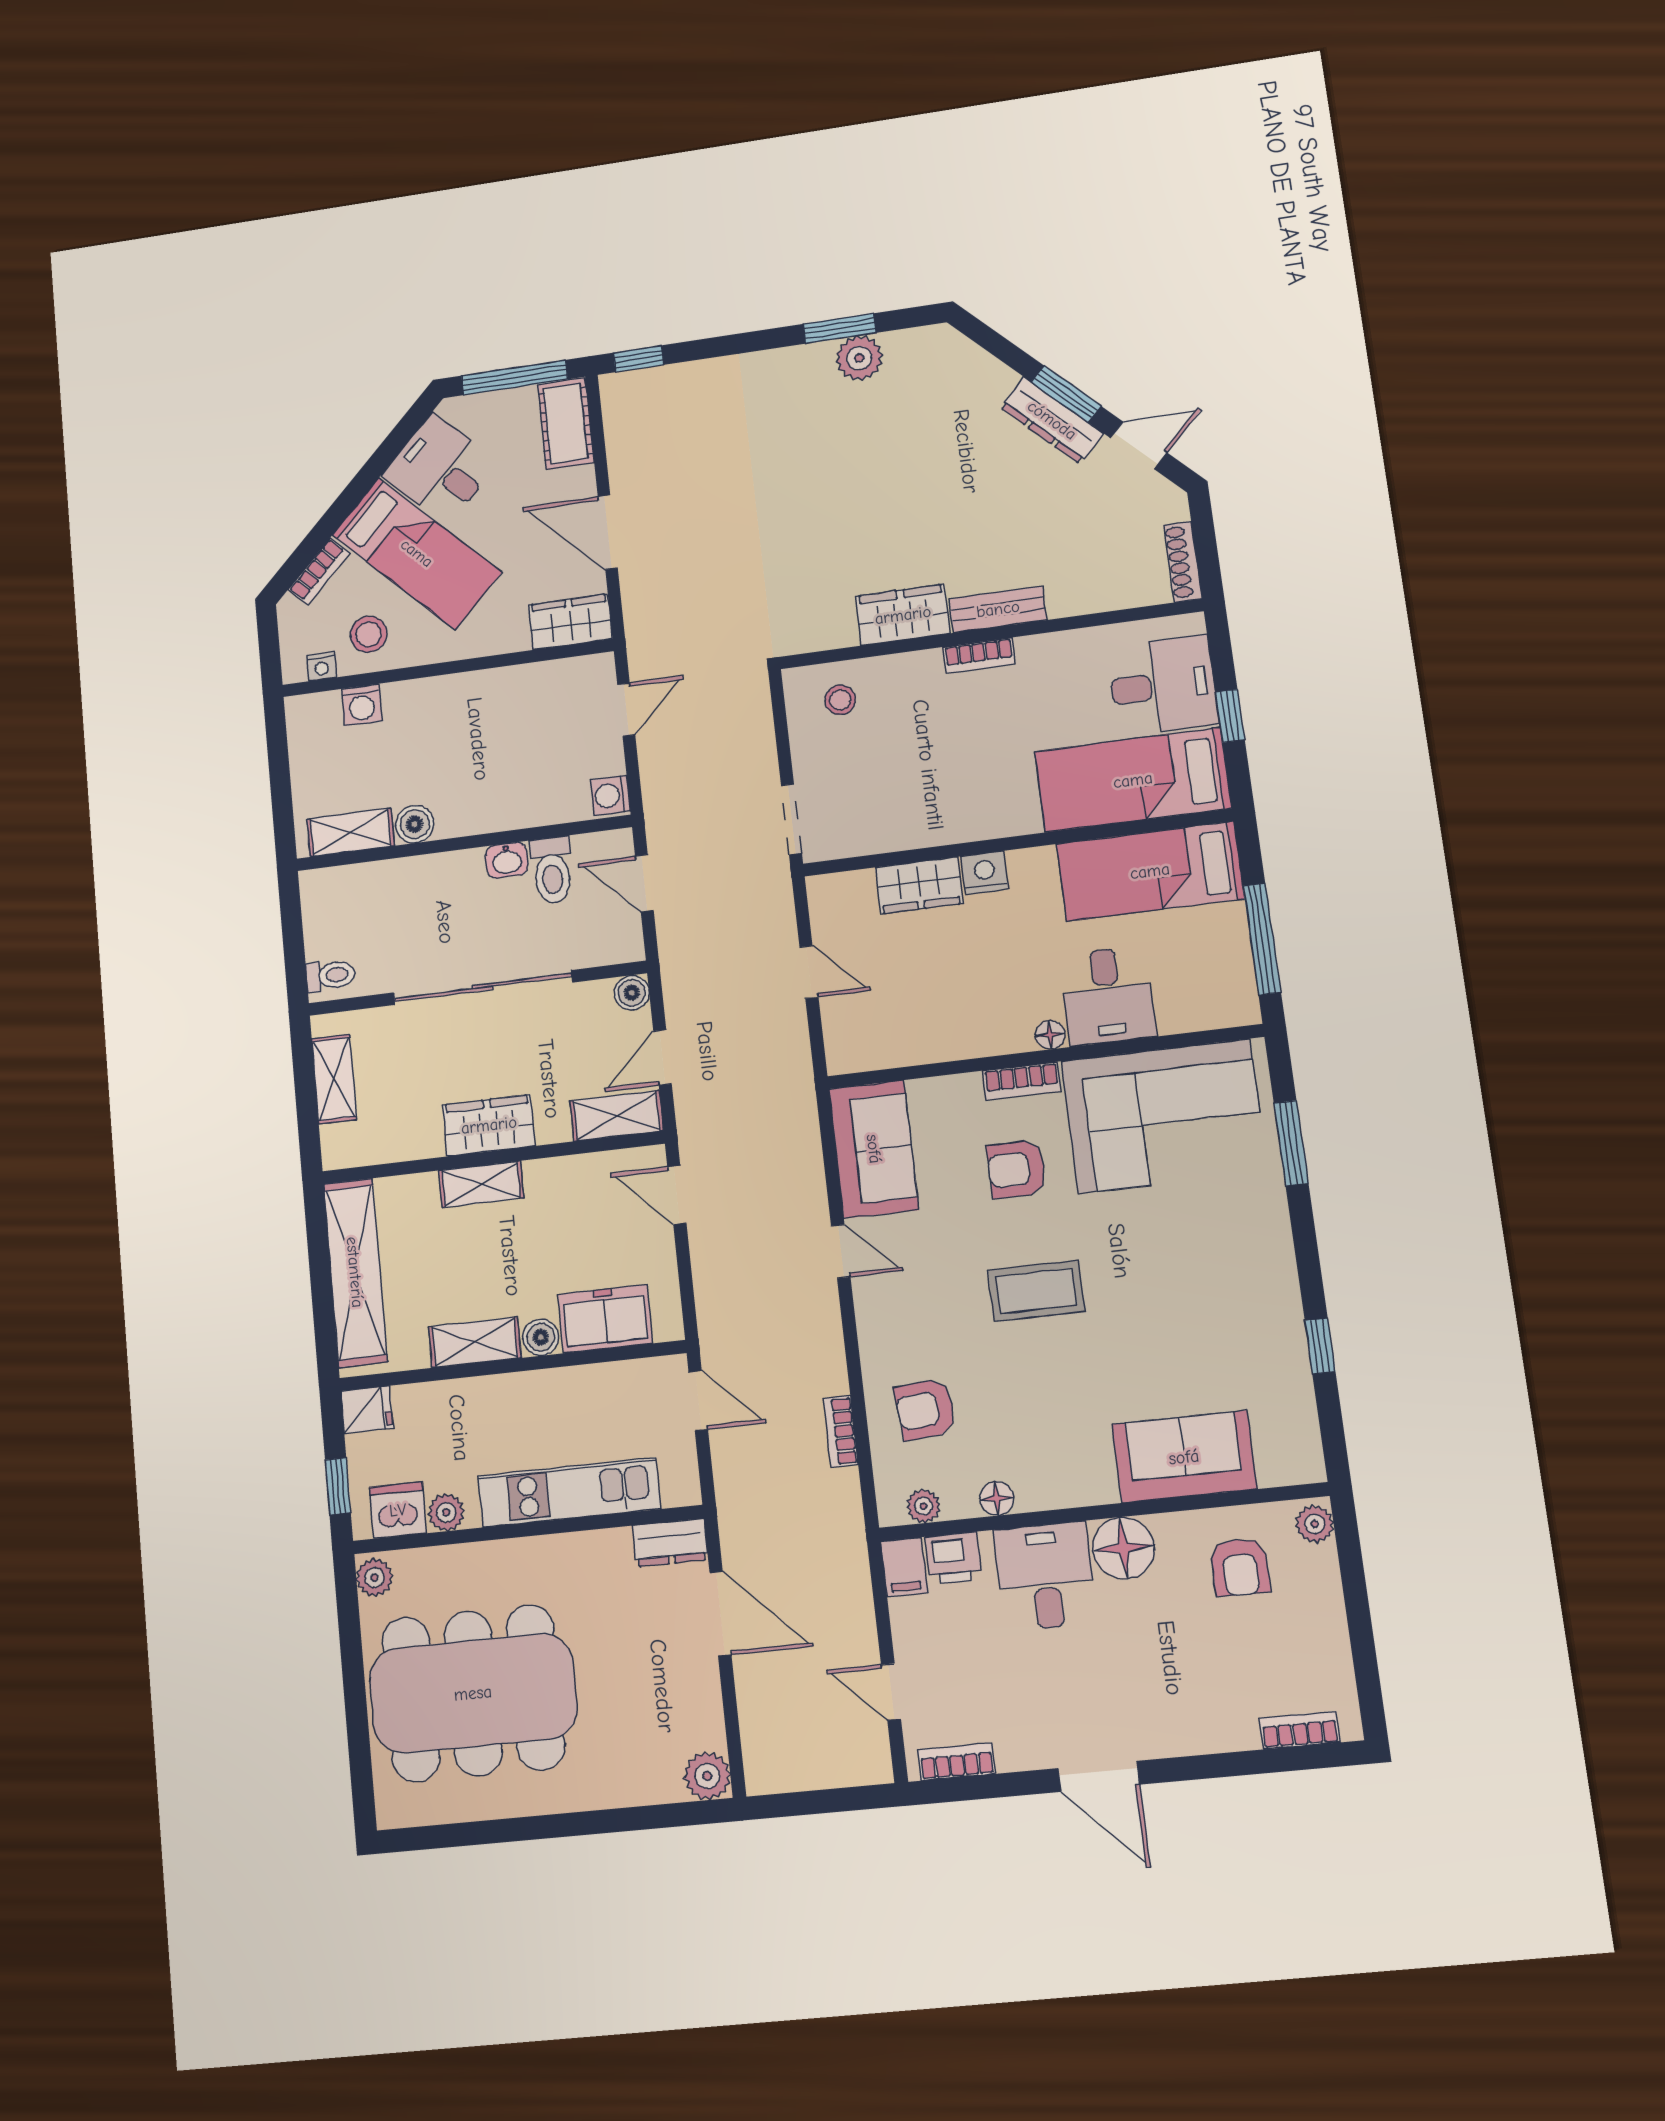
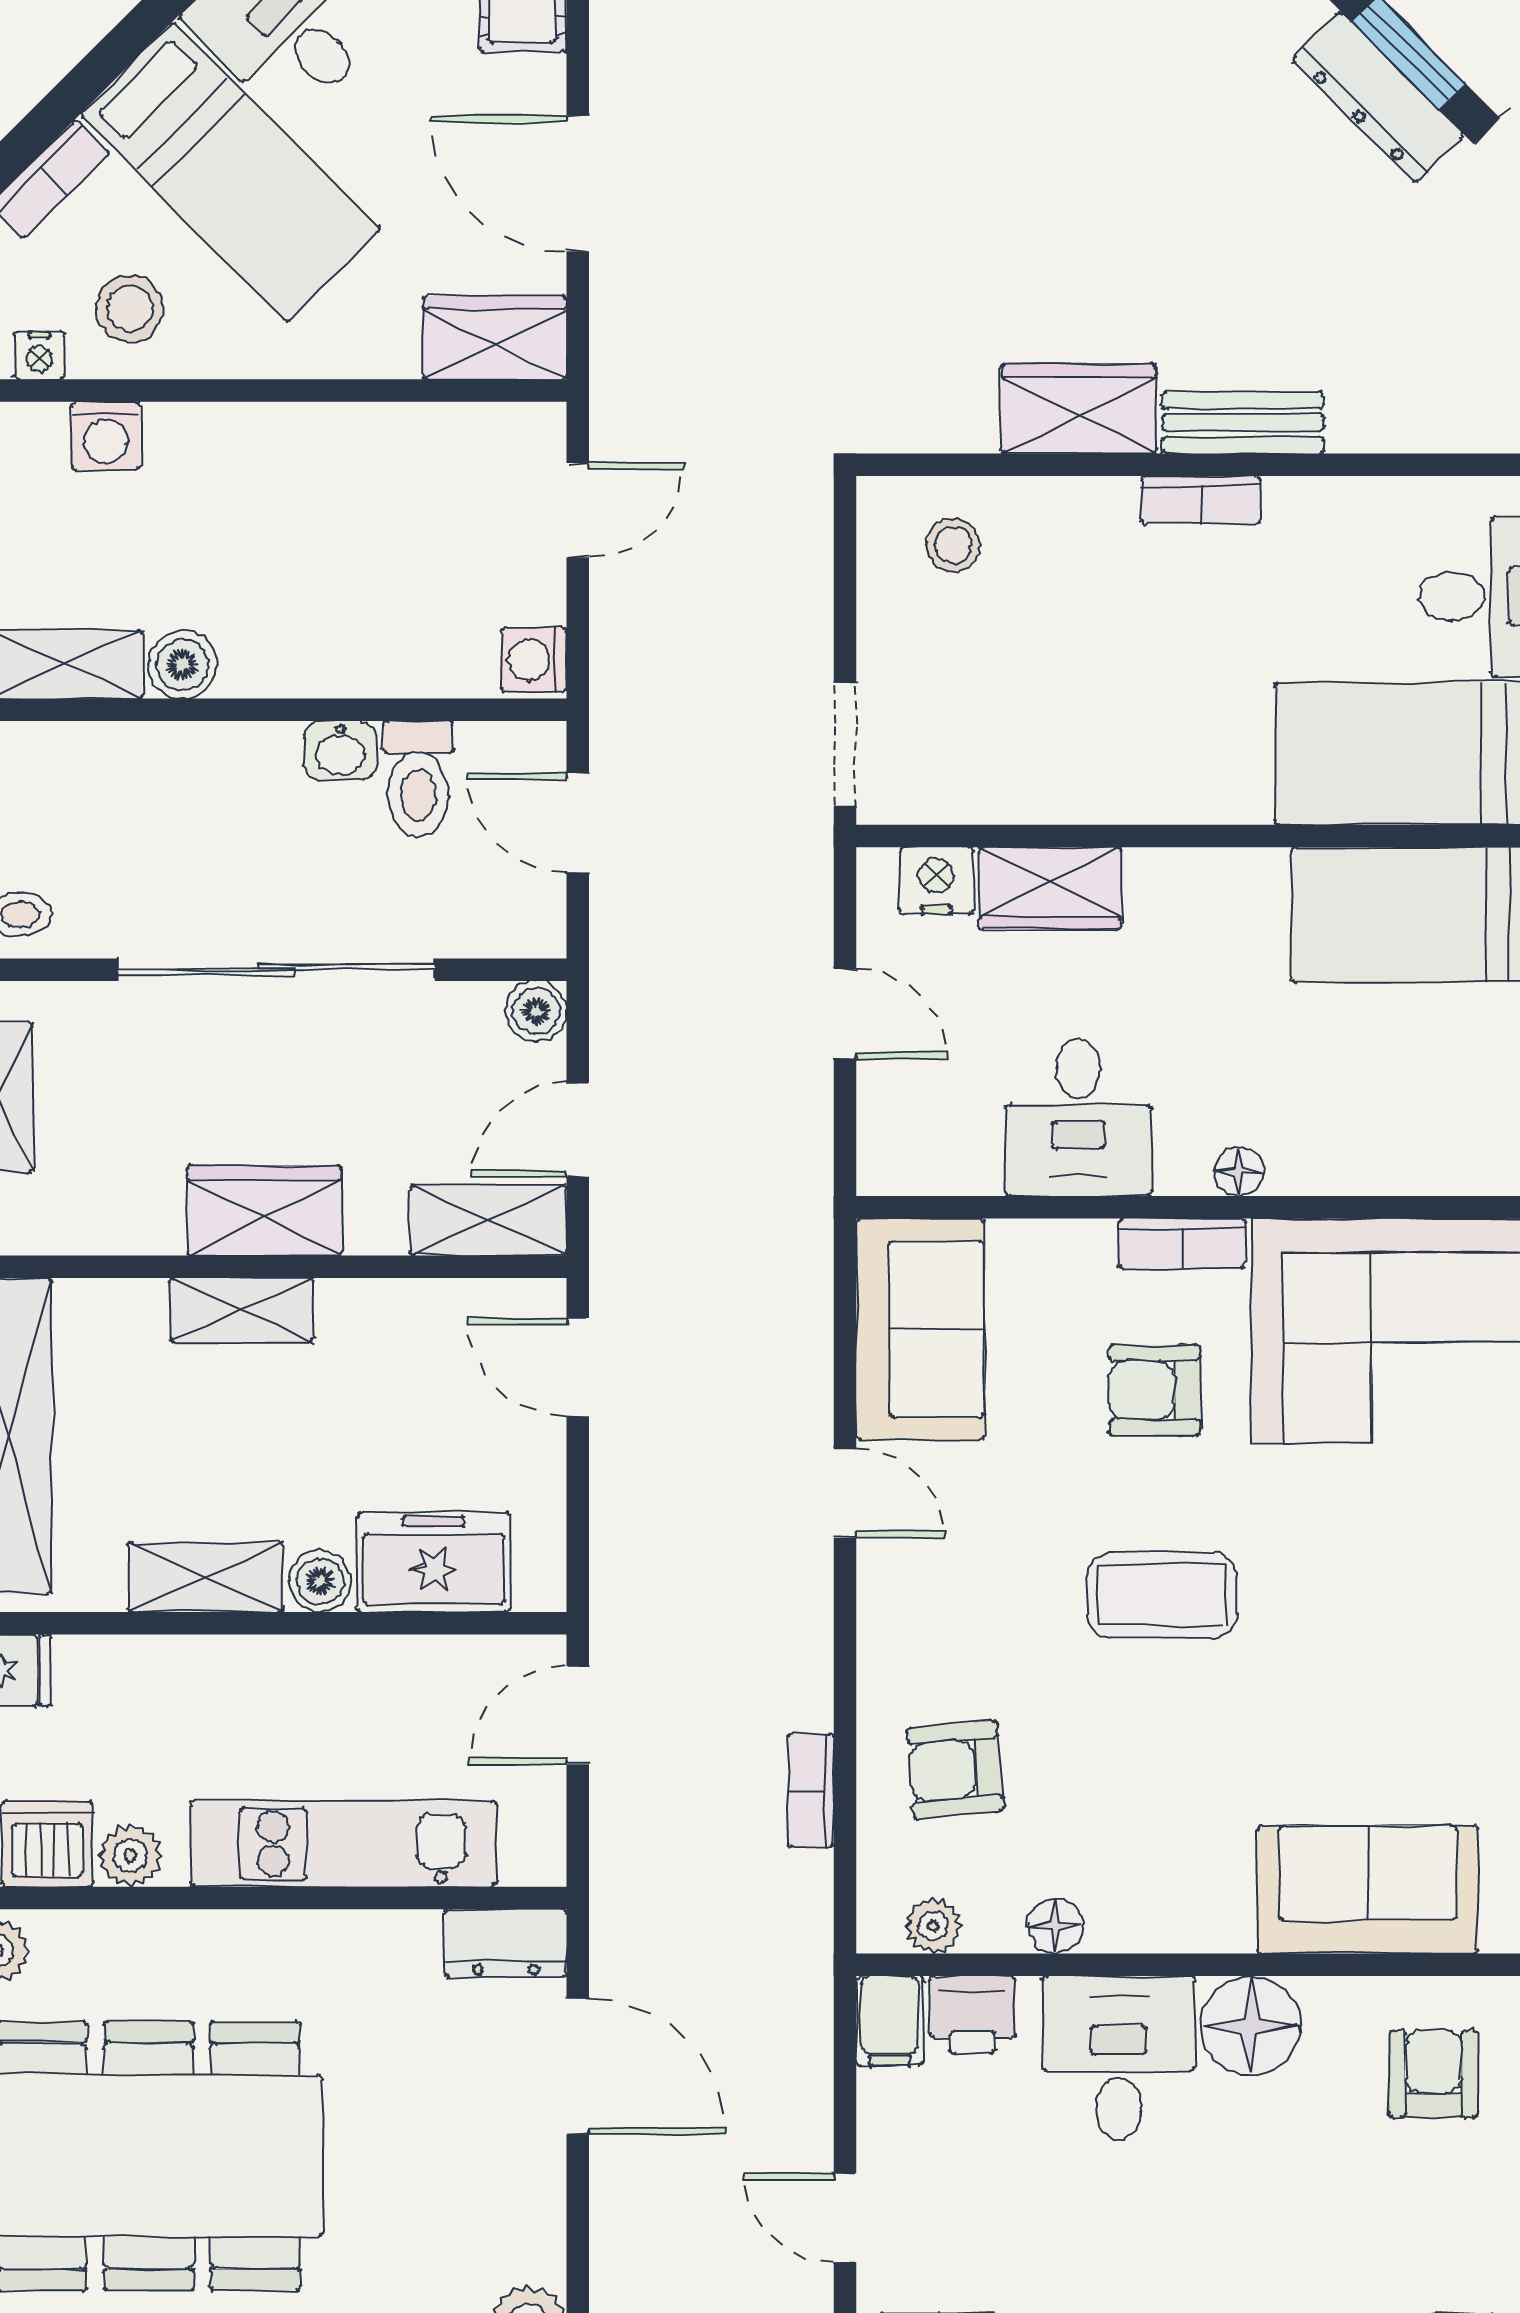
nightstand: (984, 873) -> (936, 881), moved
desk: (1108, 996) -> (1078, 1117), moved
door: (698, 1401) -> (578, 1715), swing flipped
armchair: (1240, 1567) -> (1433, 2074), turned 180

